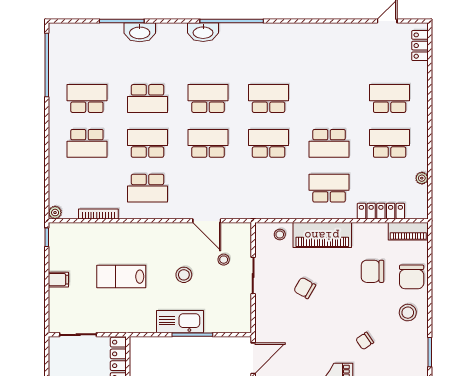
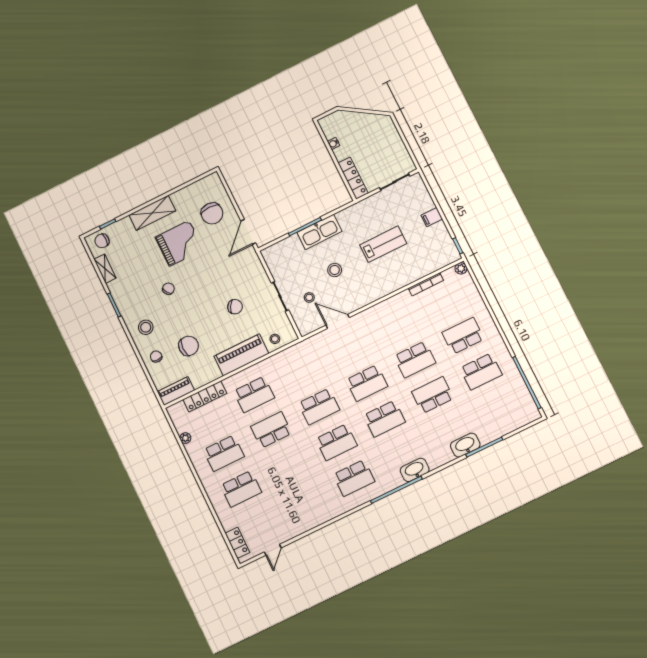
school desk: (147, 188) -> (354, 478), moved, turned 180
chair: (412, 277) -> (156, 357), width x0.54, depth x0.54

